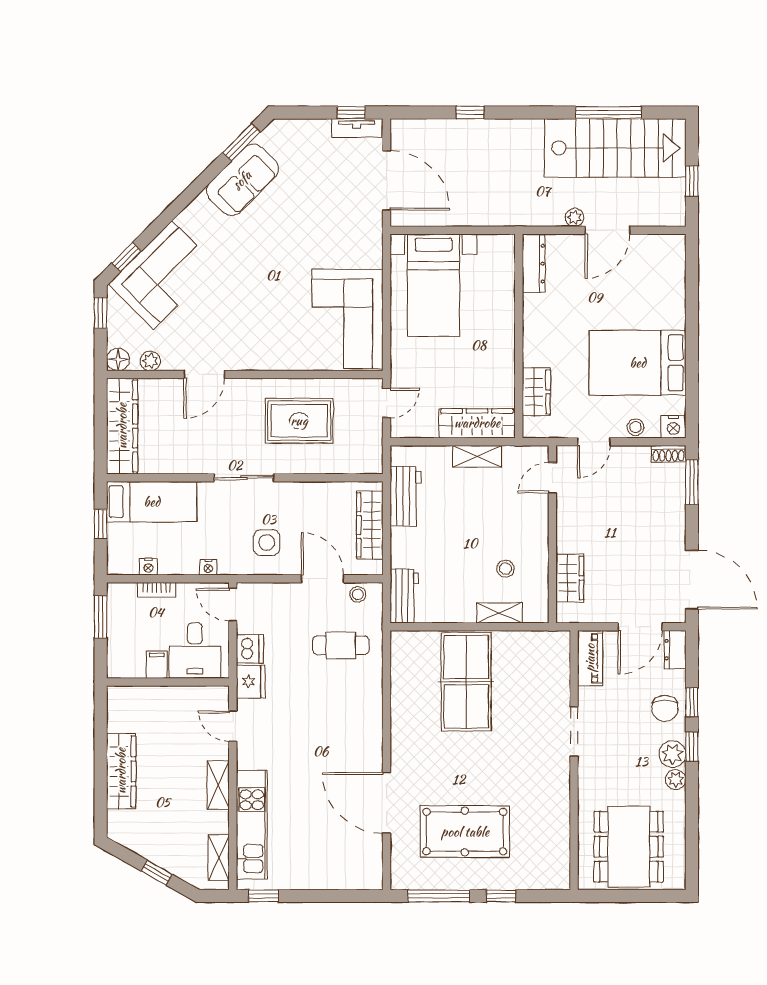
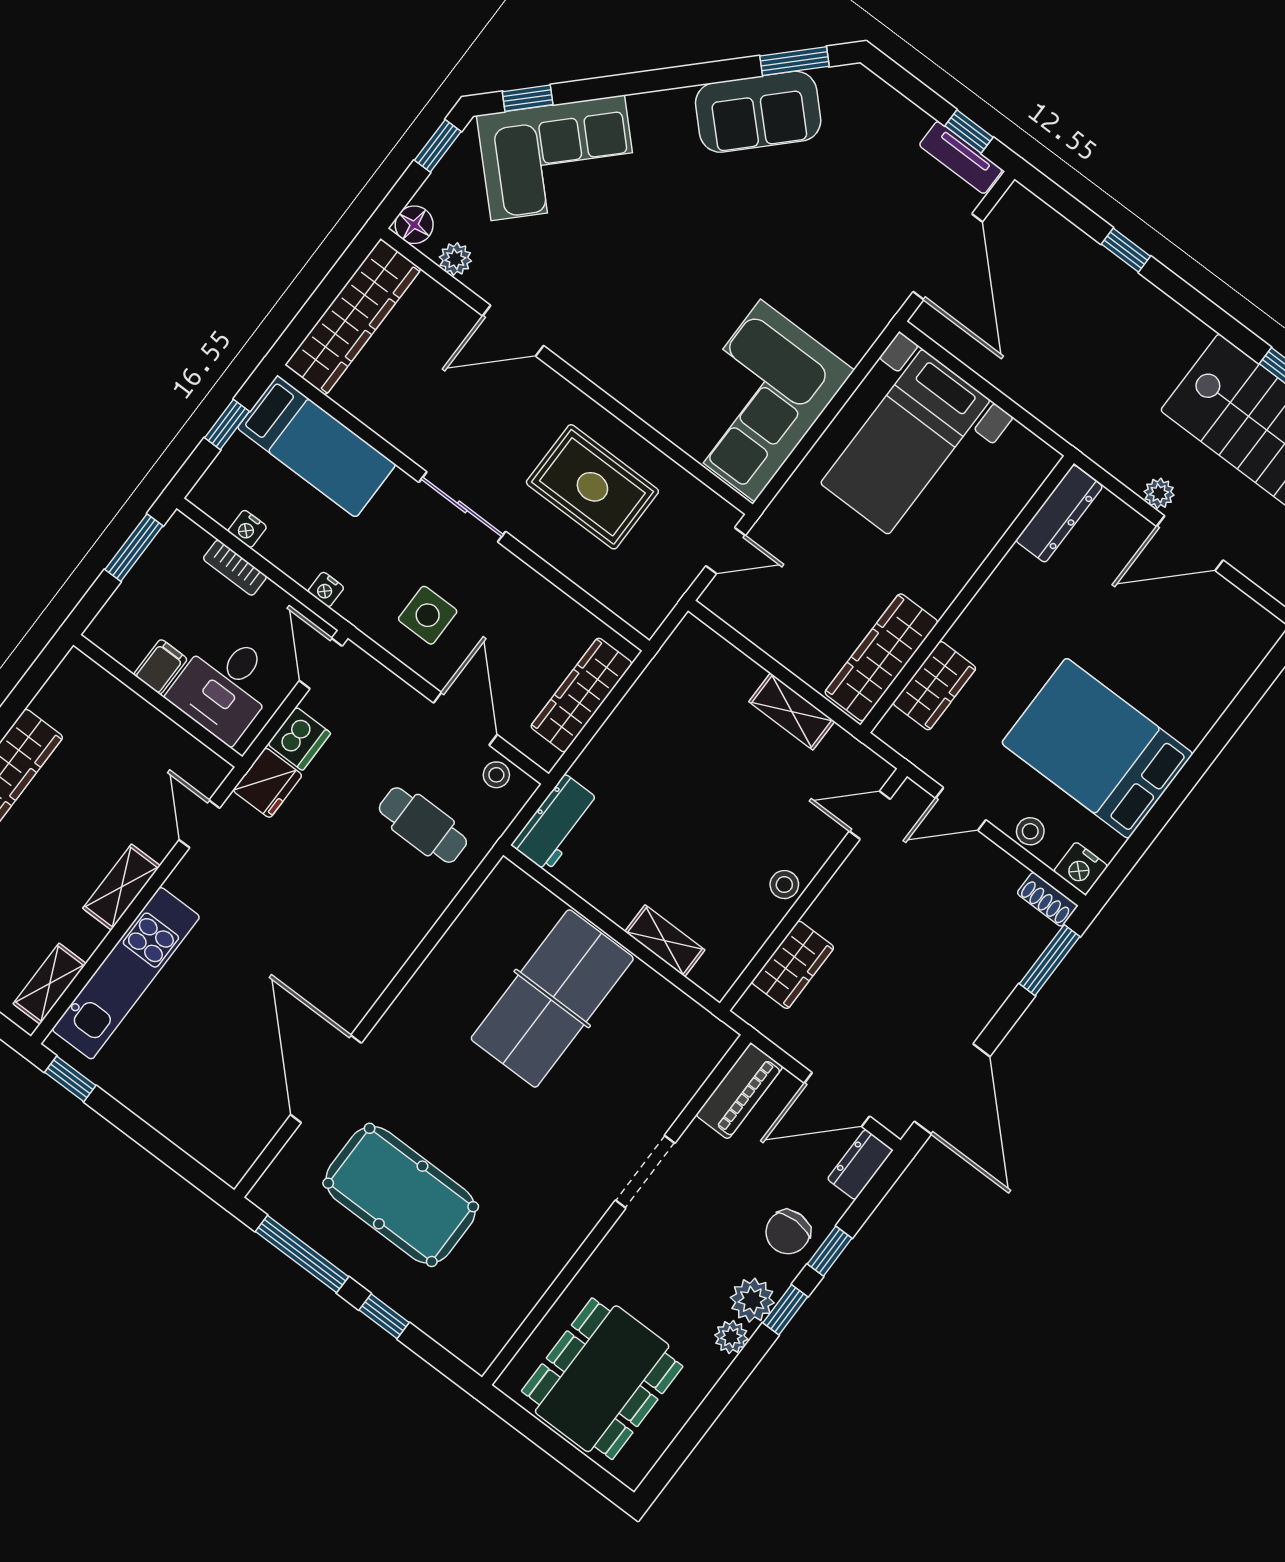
wardrobe: (477, 423) -> (881, 657), moved, turned -90
workbench: (406, 496) -> (657, 693), removed
stool: (505, 569) -> (784, 885), moved

